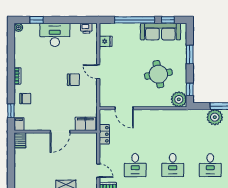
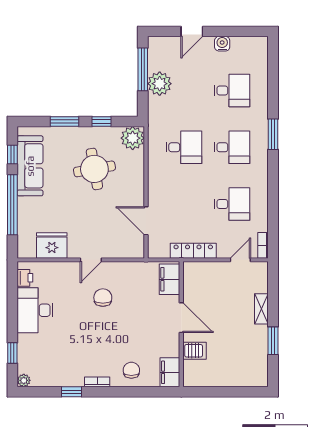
desk: (55, 35) -> (35, 310), moved
fridge: (106, 41) -> (52, 245), width x1.88, depth x1.34
window: (190, 89) -> (102, 121), moved
door: (124, 108) -> (146, 221), swing flipped
window: (11, 111) -> (71, 392), moved
filing cabinet: (19, 124) -> (170, 372), width x2.00
desk: (173, 133) -> (184, 147), added
locker: (104, 134) -> (193, 251), width x1.53
server rack: (20, 140) -> (194, 351), moved

